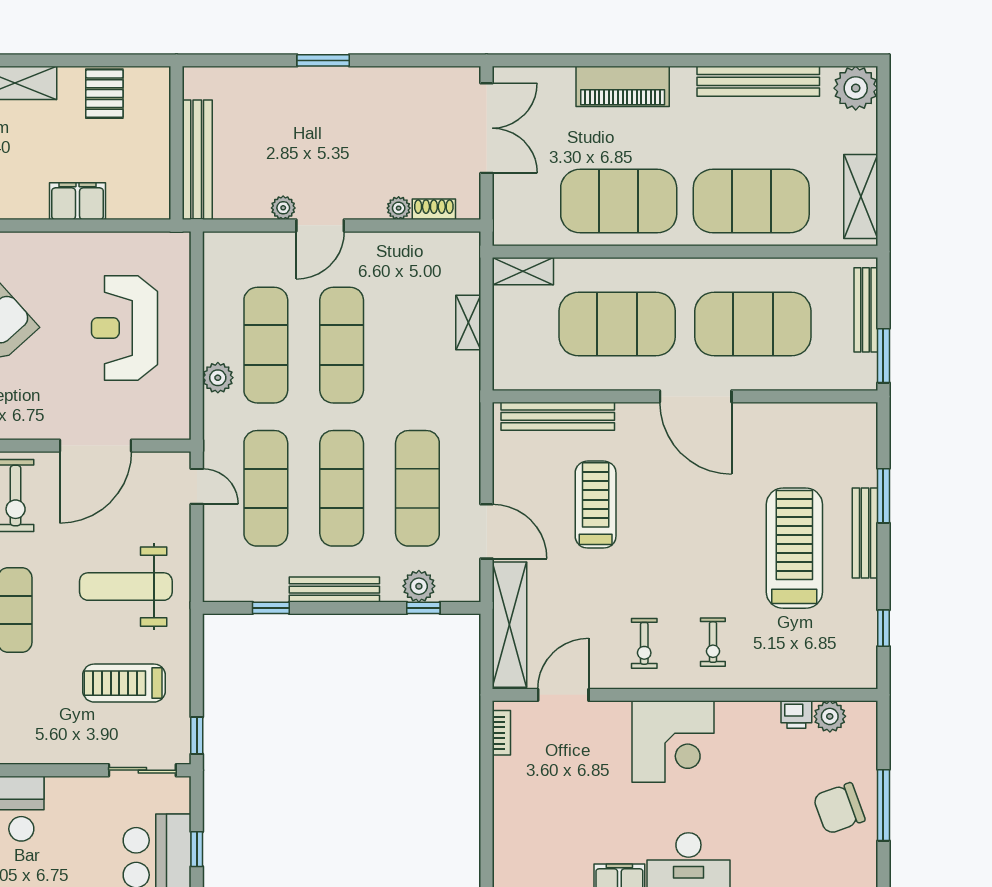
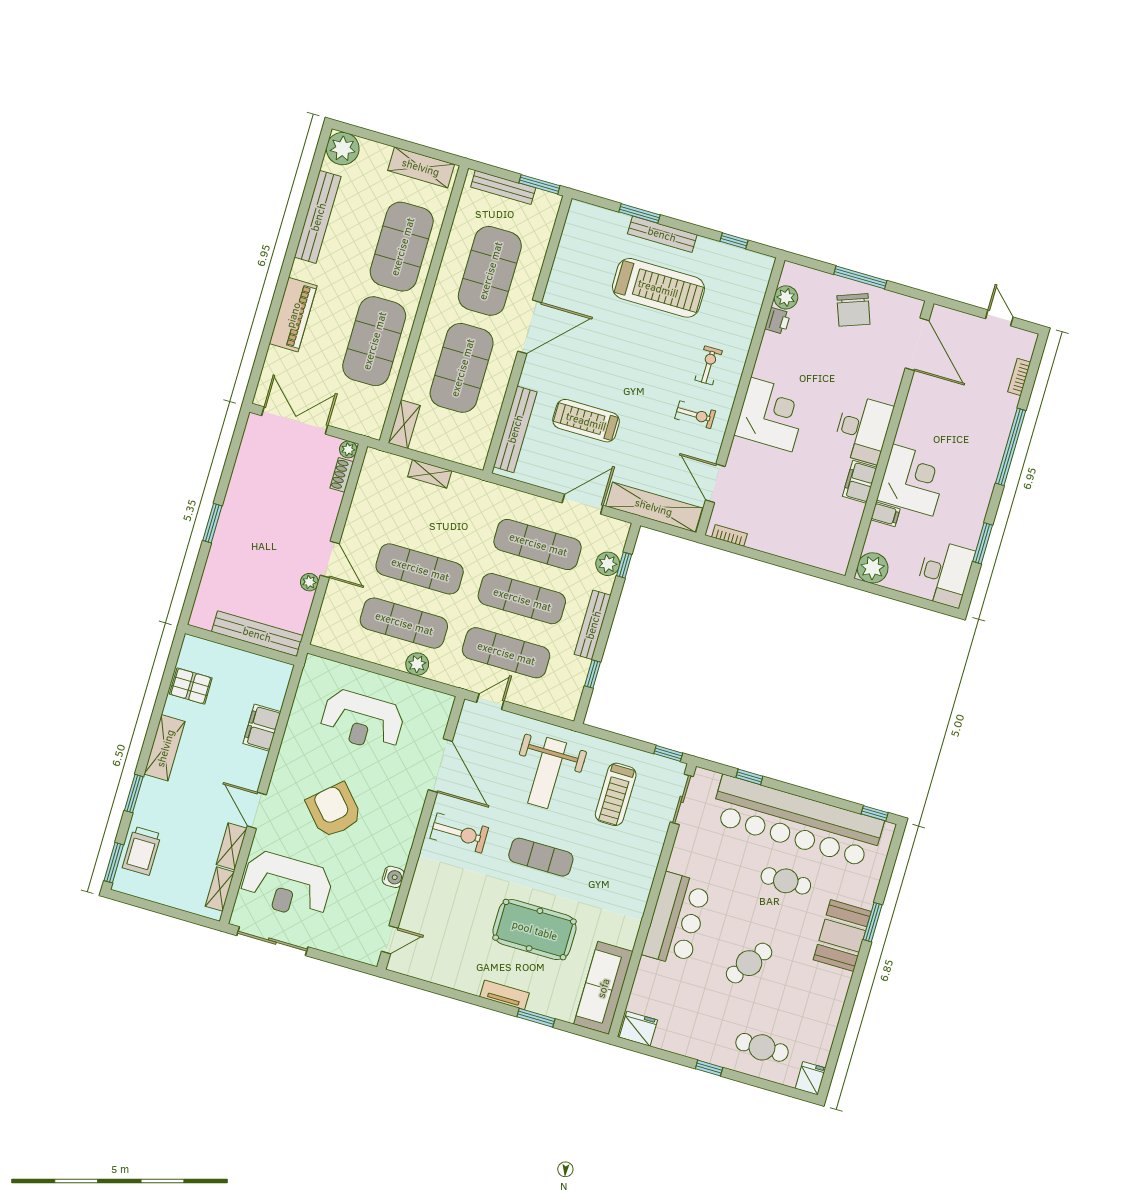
plant: (399, 208) -> (348, 449), moved
treadmill: (794, 548) -> (658, 288), turned 180
exercise bike: (713, 642) -> (709, 365), turned -90

